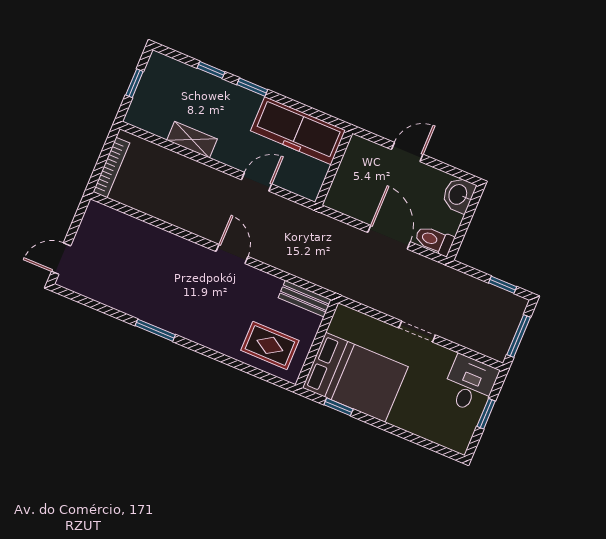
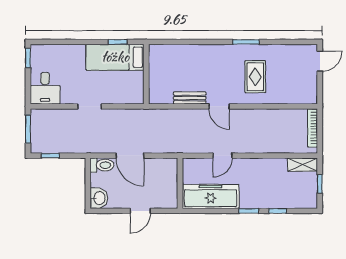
shelving: (192, 140) -> (303, 165), moved
bench: (305, 299) -> (190, 98), moved
rug: (270, 345) -> (255, 77), moved, turned 90
bed: (355, 377) -> (115, 57), width x0.67
window: (486, 414) -> (28, 58), moved

